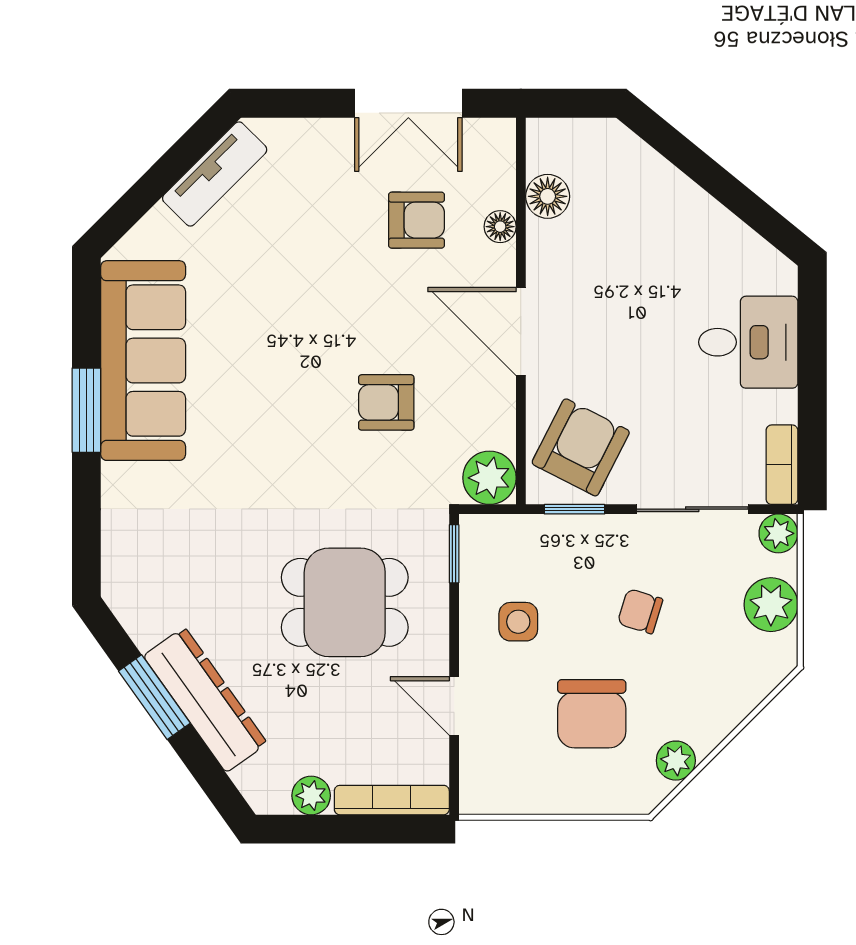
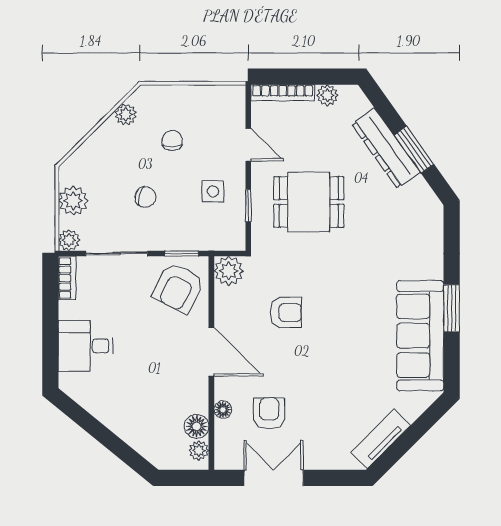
plant: (544, 153) -> (199, 451), added
armchair: (416, 220) -> (269, 413), turned 90
window: (454, 554) -> (248, 206), moved
chair: (592, 714) -> (172, 140), width x0.54, depth x0.54

